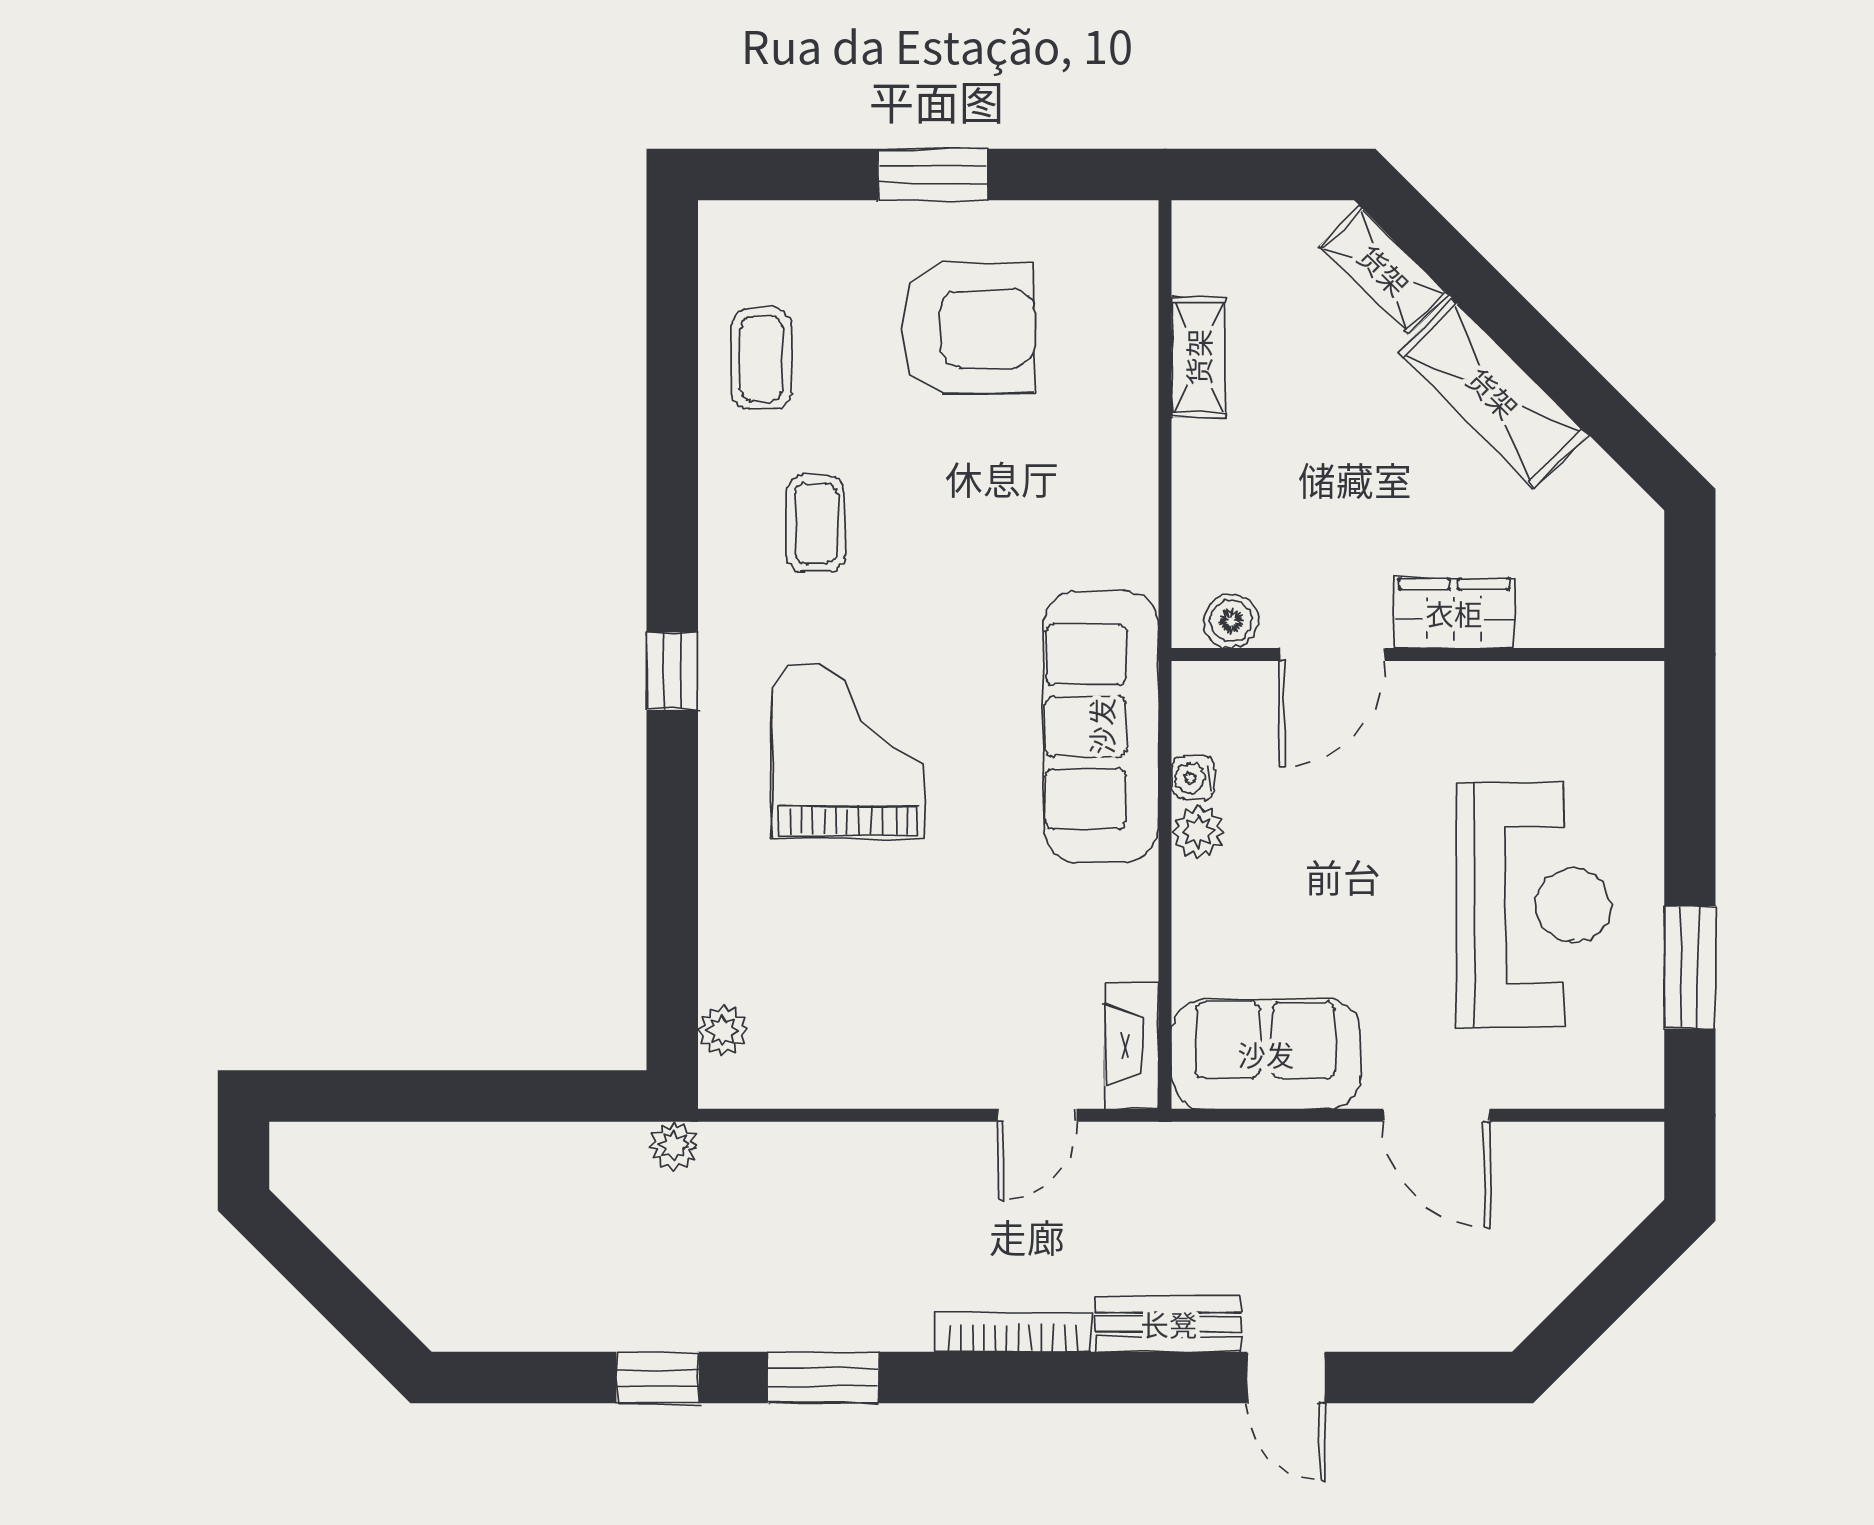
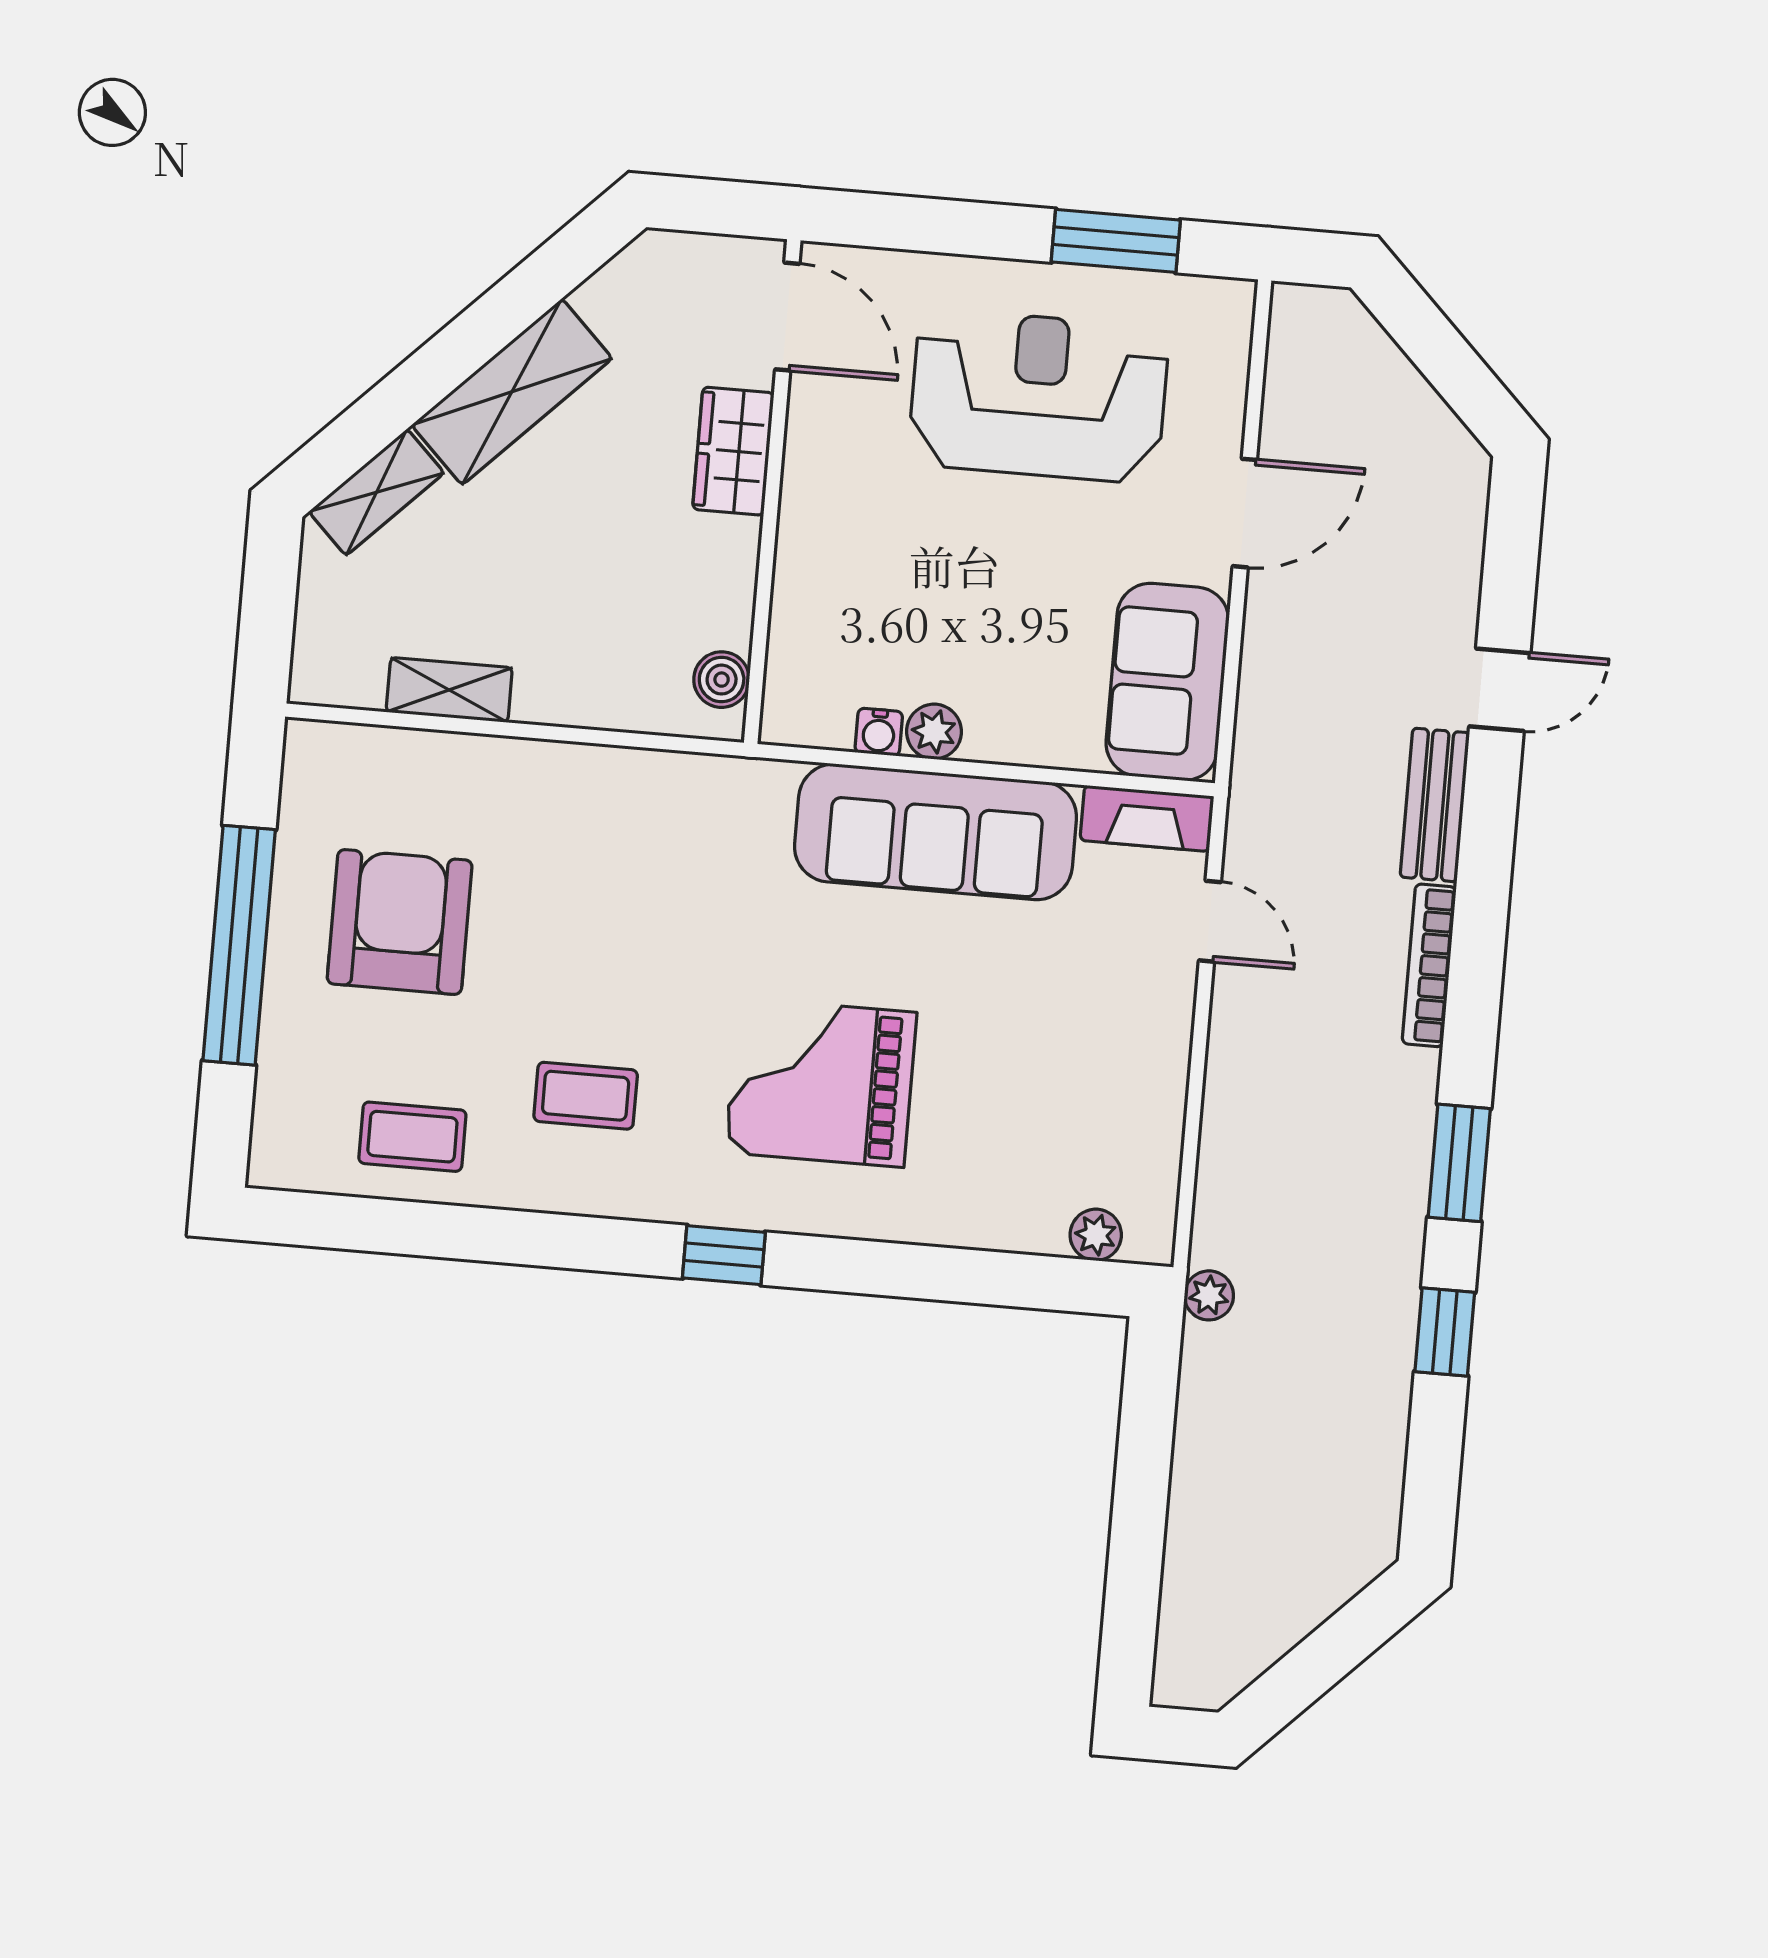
window: (933, 174) -> (239, 945), width x2.11
door: (1332, 654) -> (787, 317), moved
sofa: (1101, 726) -> (935, 832), moved

